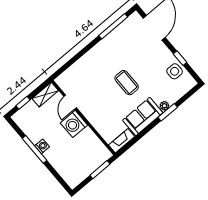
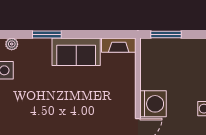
coffee table: (127, 83) -> (63, 100), removed
plant: (164, 106) -> (12, 44), moved

